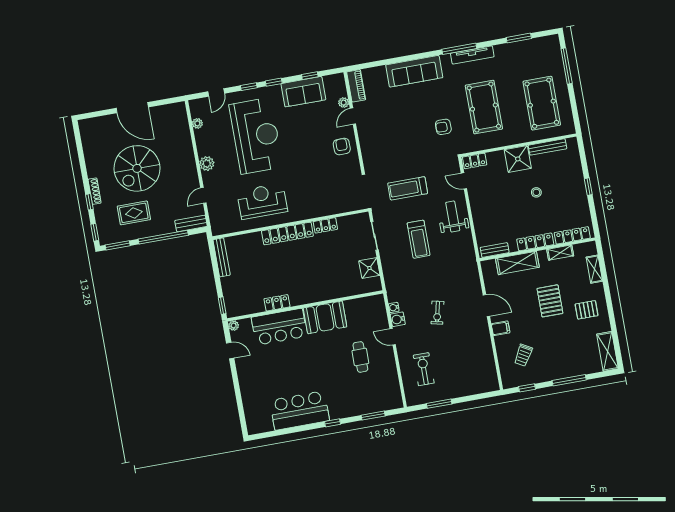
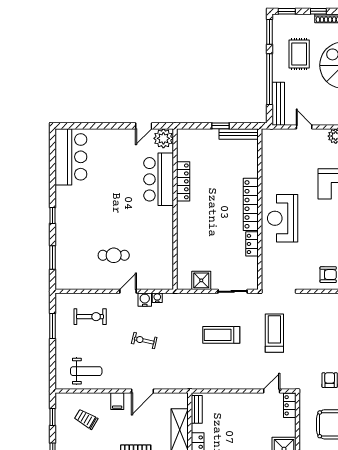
reception desk: (262, 201) -> (283, 218), moved, turned 180
weight bench: (453, 216) -> (86, 371), moved
bench: (191, 223) -> (278, 104), width x1.36
locker: (277, 303) -> (183, 181), width x1.53
window: (222, 306) -> (221, 126), moved
booth: (325, 317) -> (160, 227), removed
plant: (234, 326) -> (163, 138), width x1.88, depth x1.88
bar counter: (300, 410) -> (71, 157), moved

